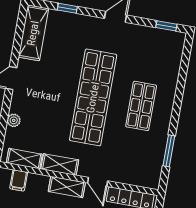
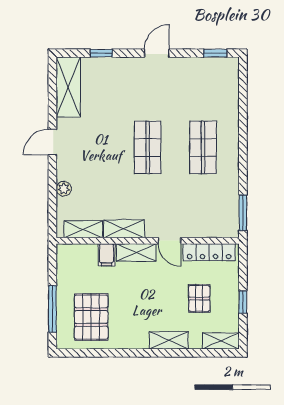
shop shelf: (93, 97) -> (148, 147), width x0.50, depth x0.74
window: (169, 151) -> (243, 213), moved
filing cabinet: (19, 180) -> (107, 255), moved

